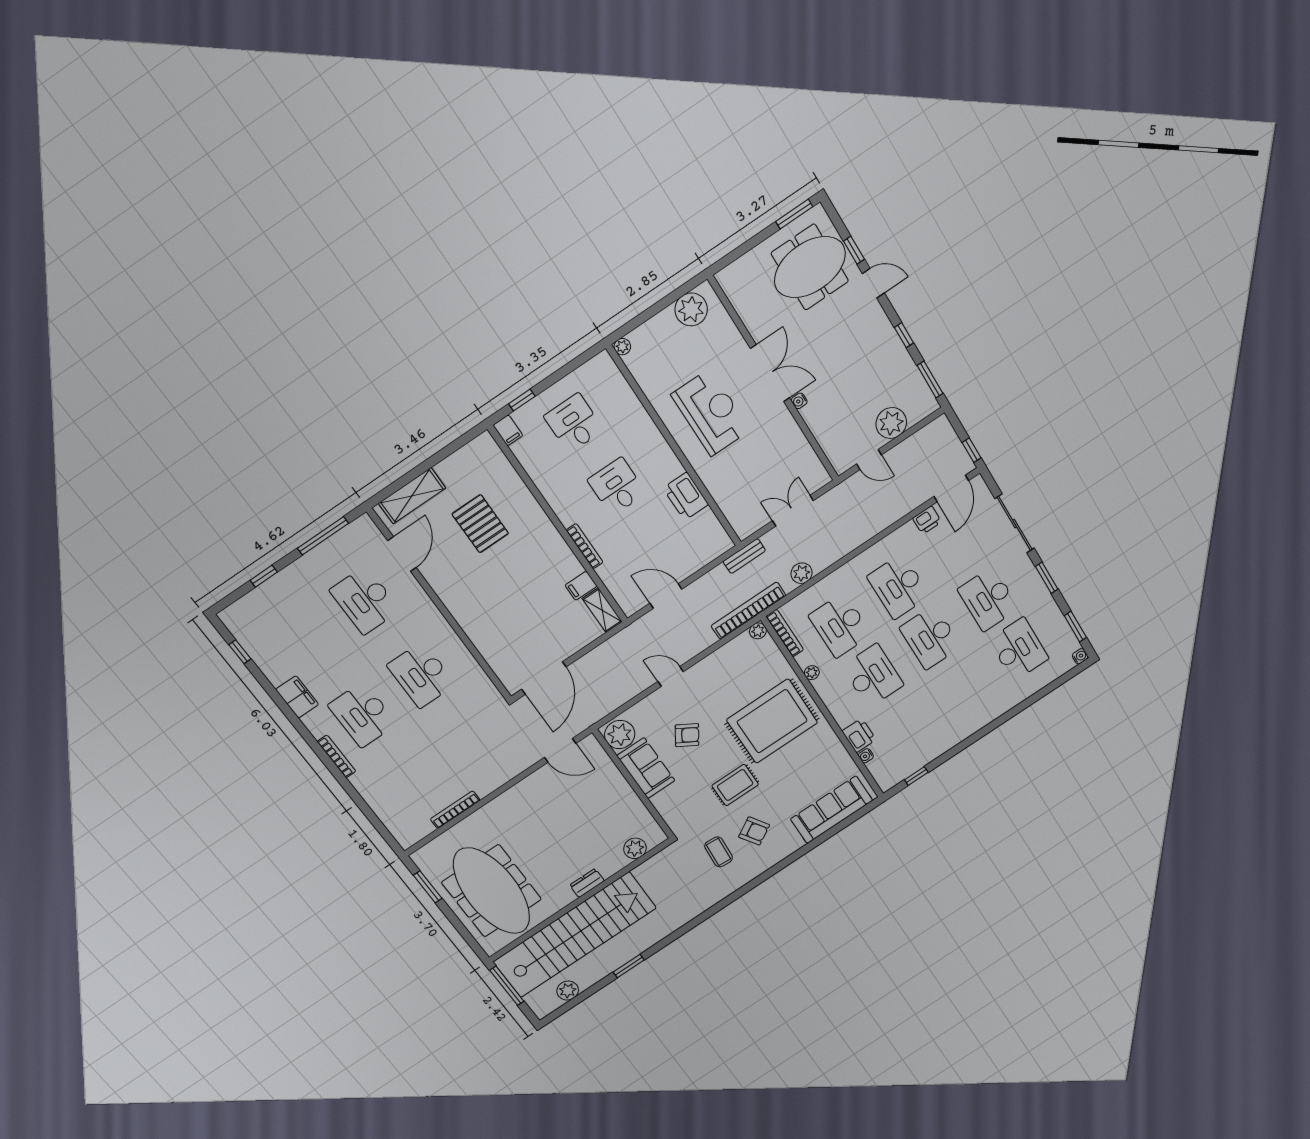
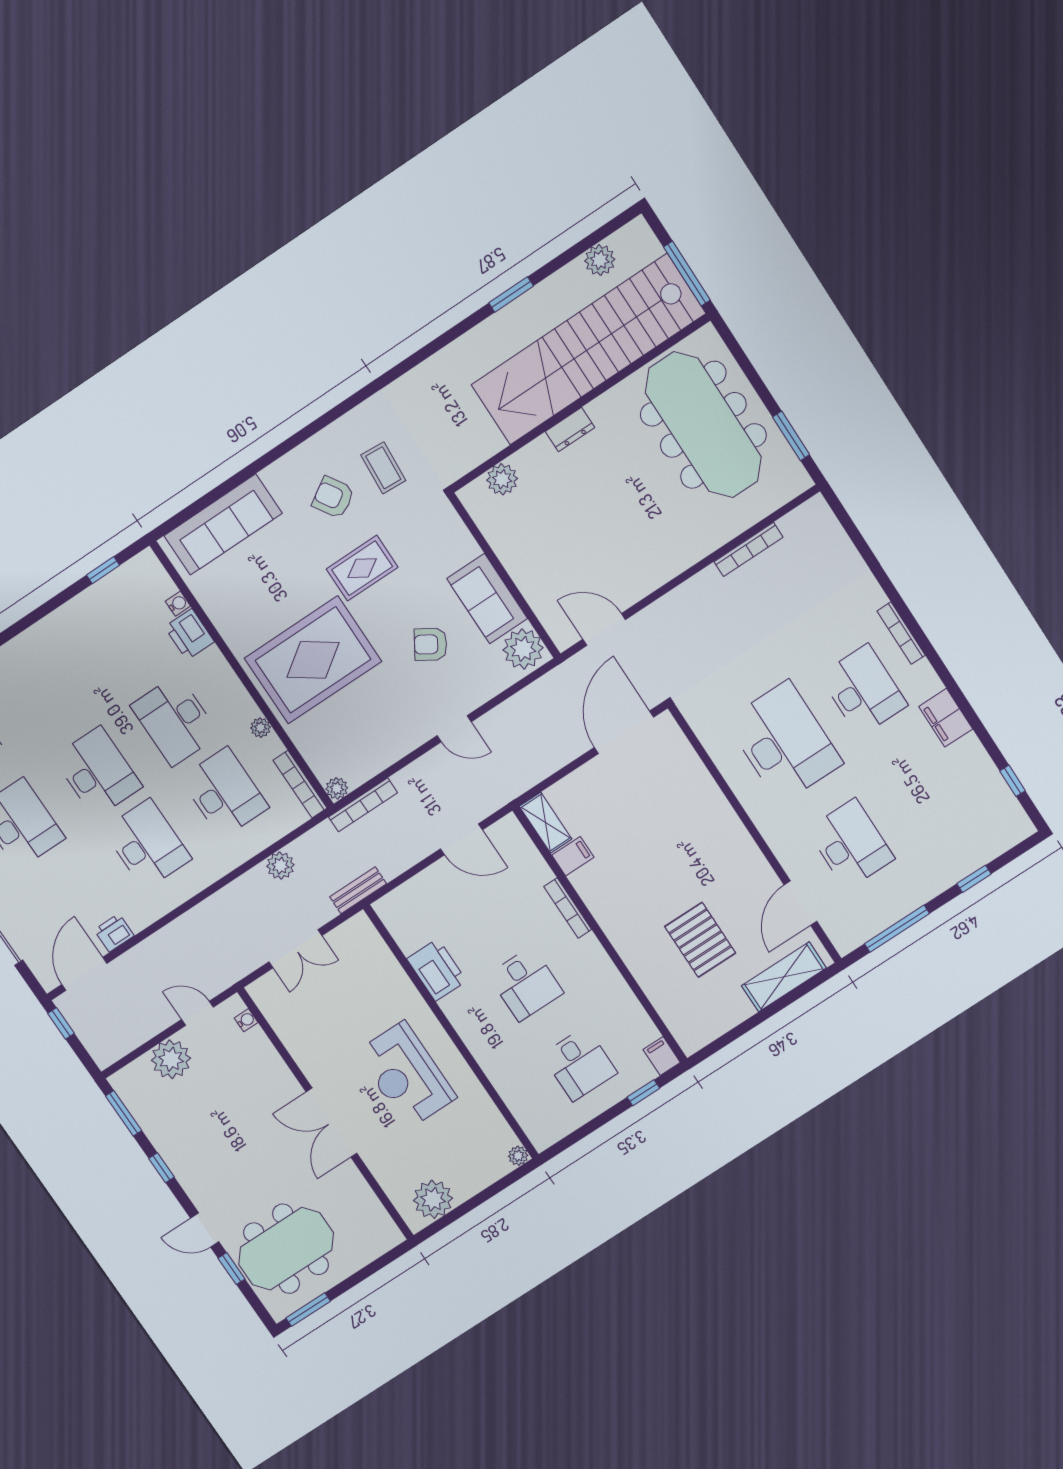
water cooler: (799, 401) -> (246, 1020), moved
bookcase: (748, 611) -> (363, 805), width x0.68, depth x0.76
desk: (421, 675) -> (784, 742), width x1.36, depth x1.30

